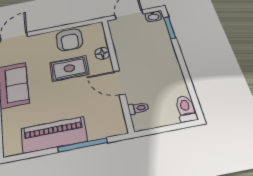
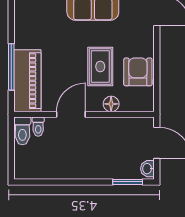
armchair: (69, 40) -> (138, 72), turned 90
toilet: (186, 109) -> (22, 131), moved, turned 90
piano: (54, 135) -> (27, 81), moved

